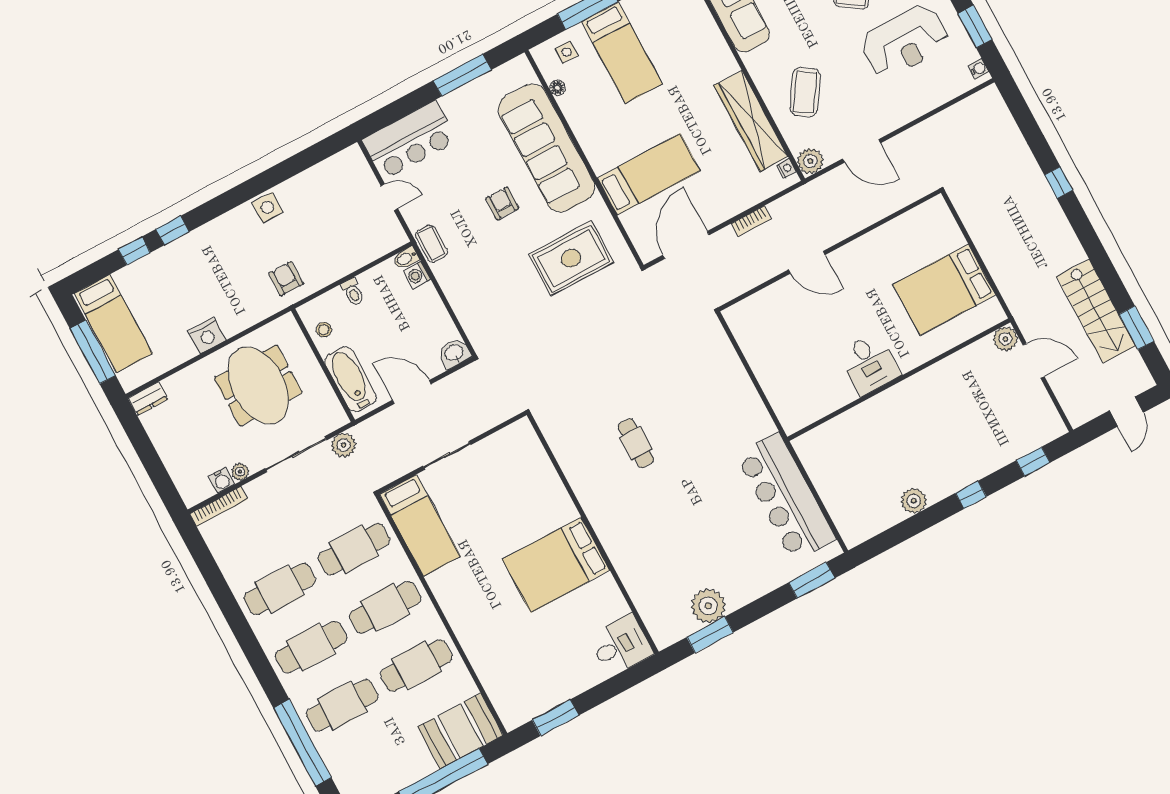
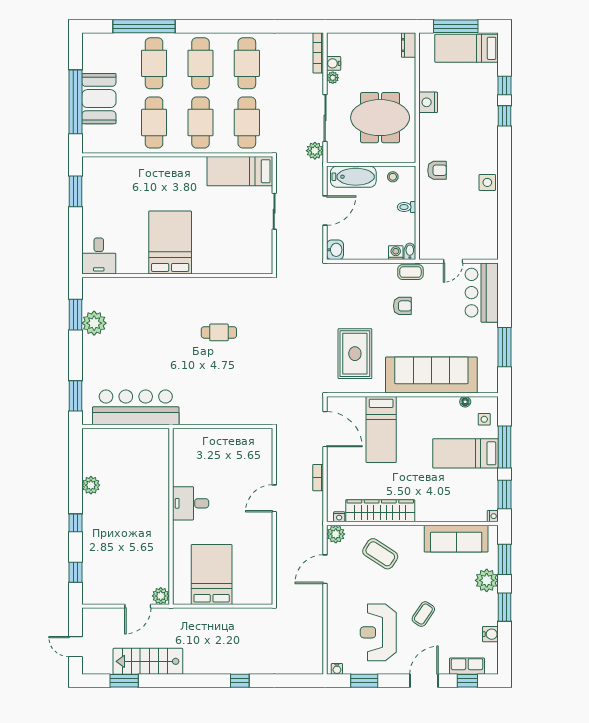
armchair: (502, 203) -> (402, 306), moved
booth: (460, 731) -> (99, 99), moved

